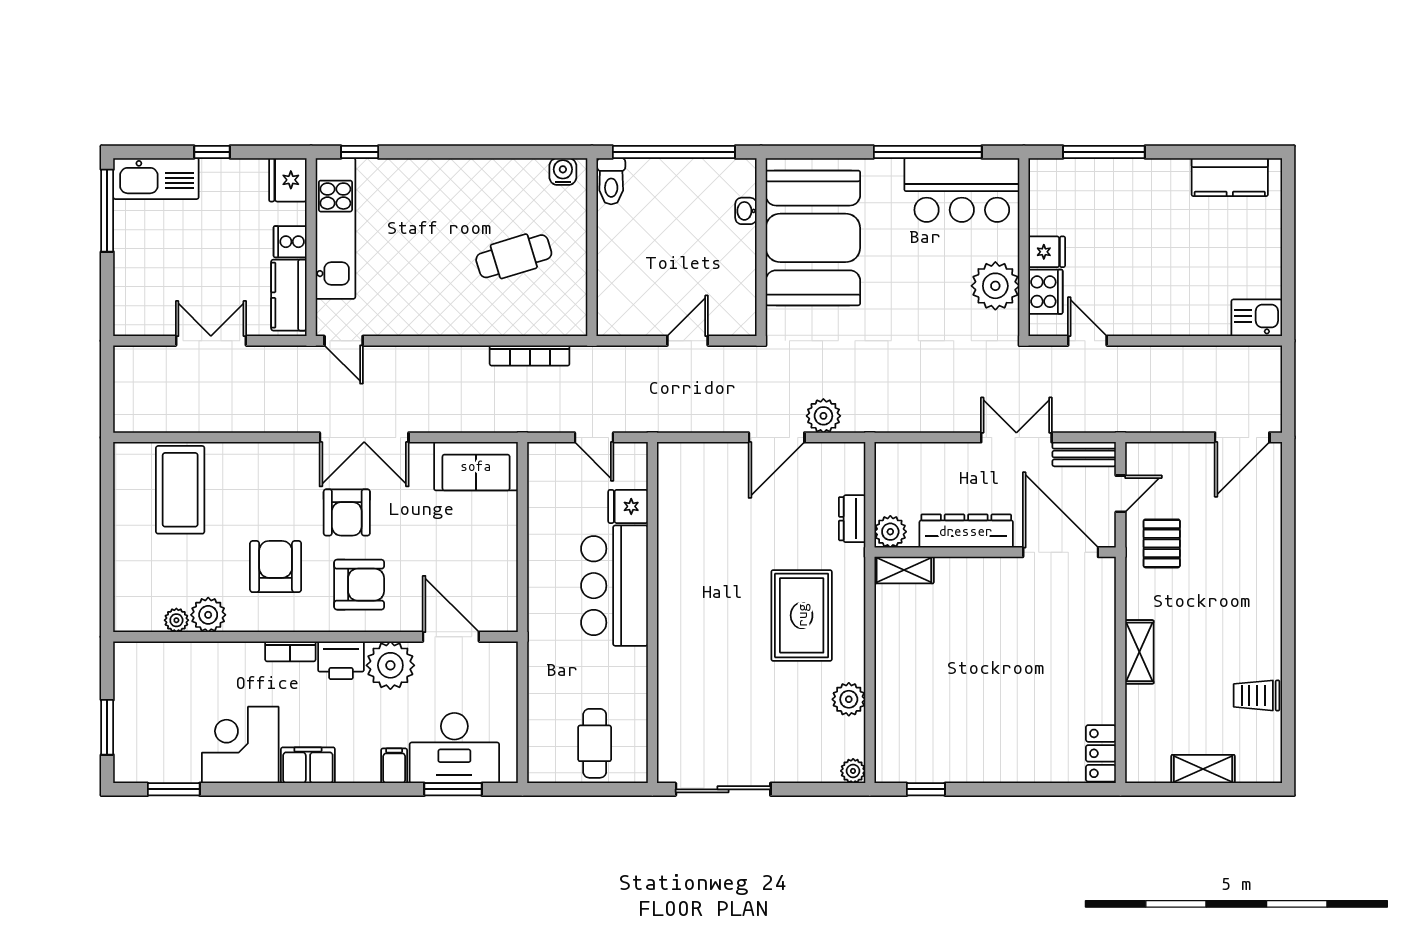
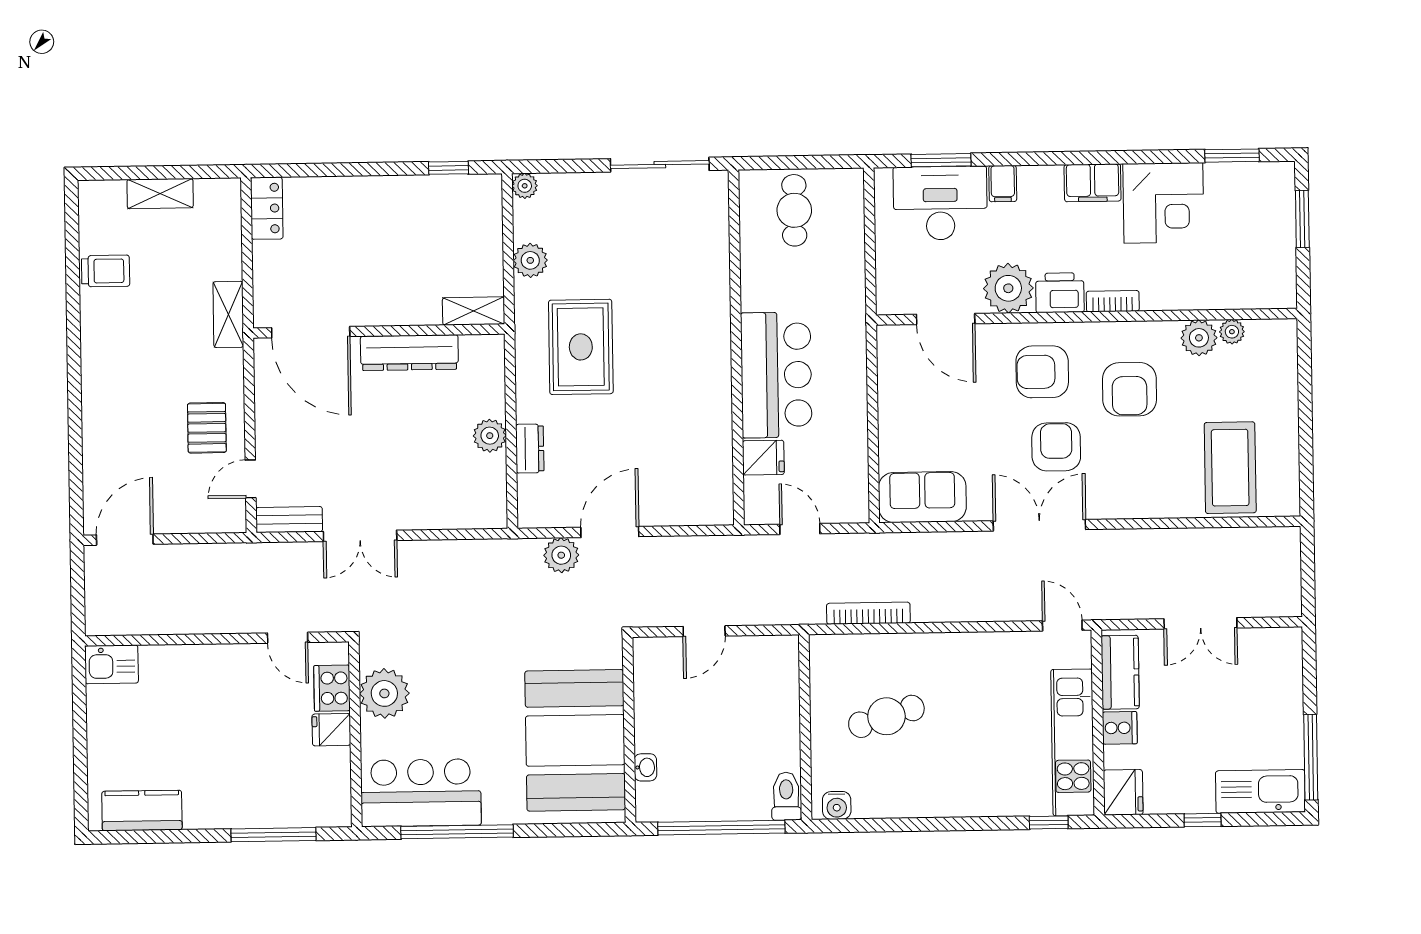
dresser: (966, 531) -> (409, 353), moved
wall: (995, 552) -> (379, 331), moved
door: (1061, 552) -> (311, 332), moved
shelving: (904, 570) -> (474, 311), moved

